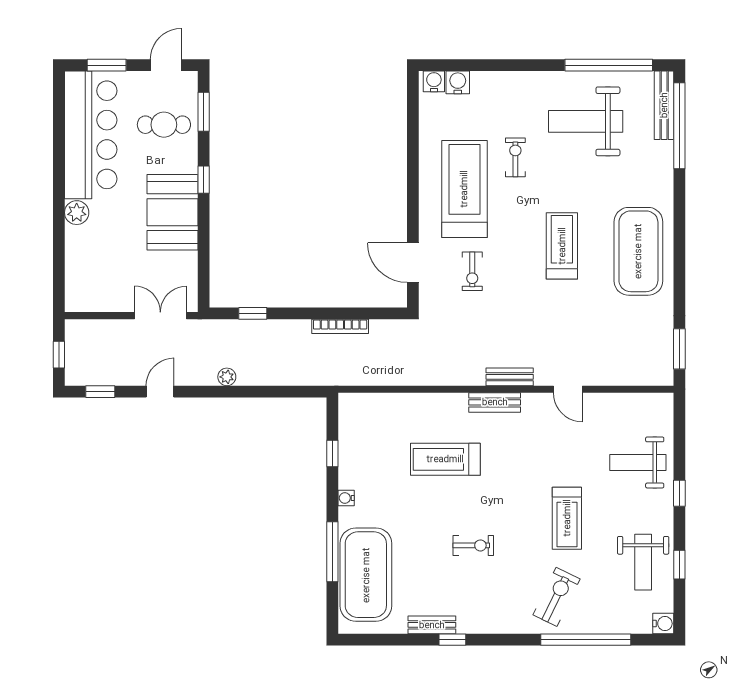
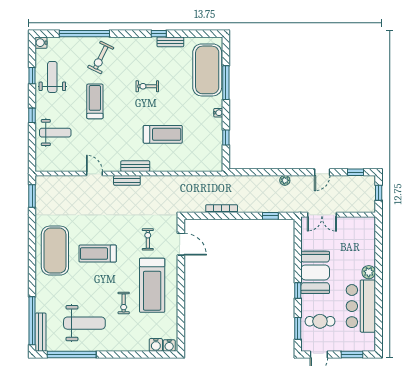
bar counter: (91, 135) -> (361, 306), width x0.73
treadmill: (562, 246) -> (98, 254), turned 90

